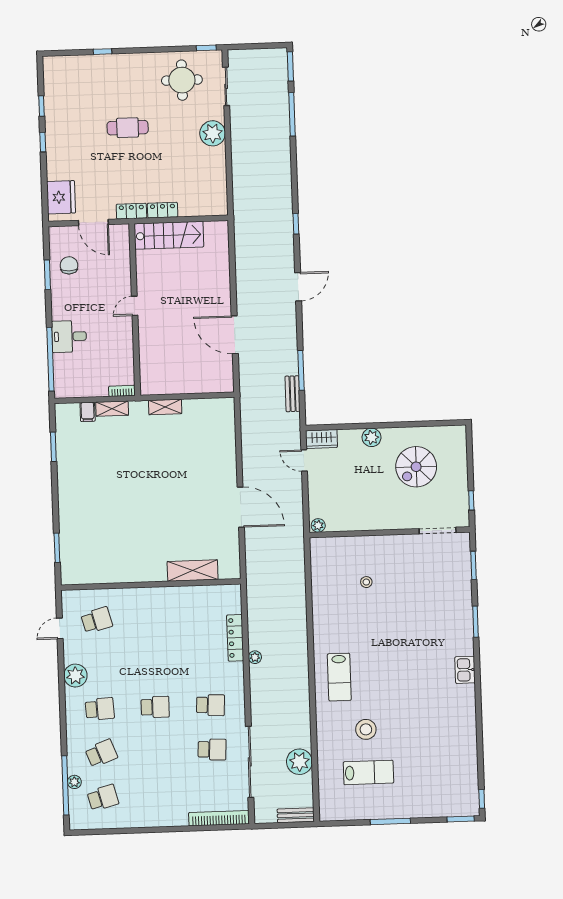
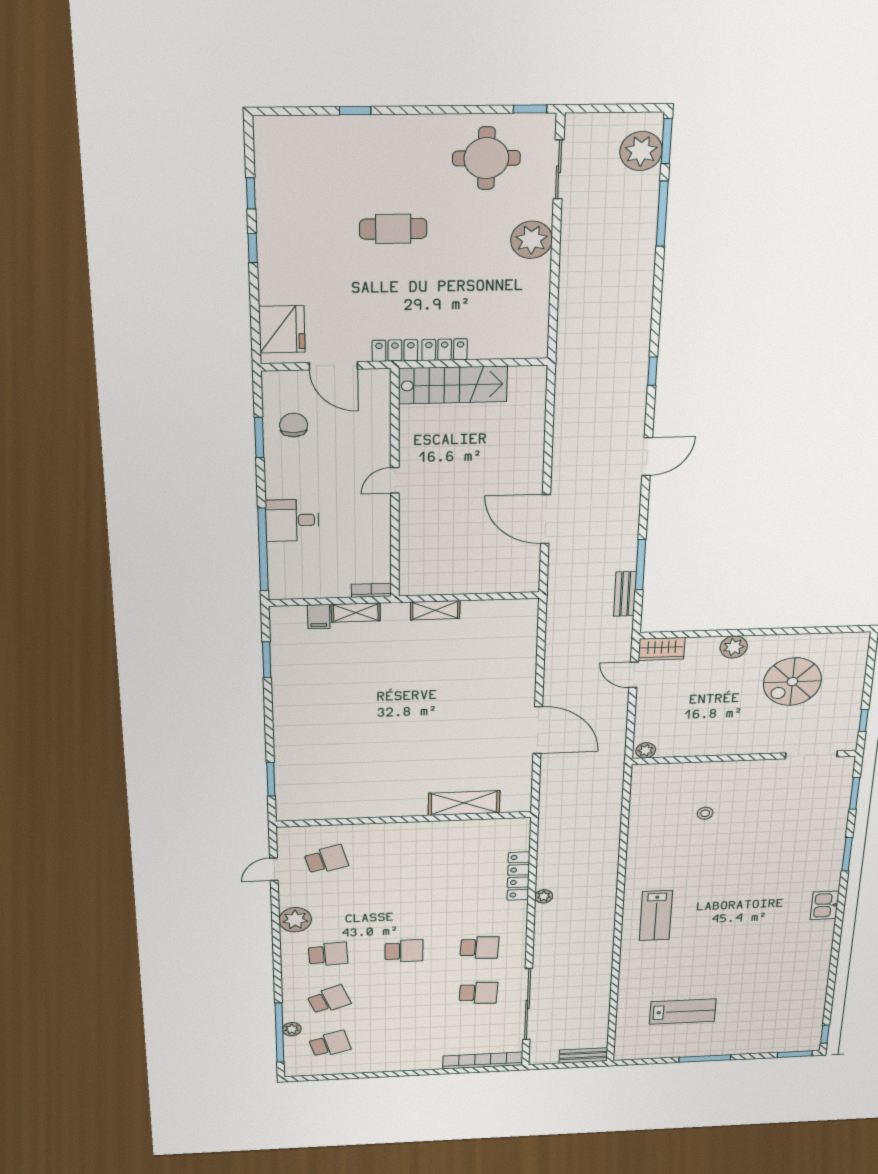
stool: (366, 729) -> (685, 969), removed
plant: (299, 762) -> (641, 151), moved

